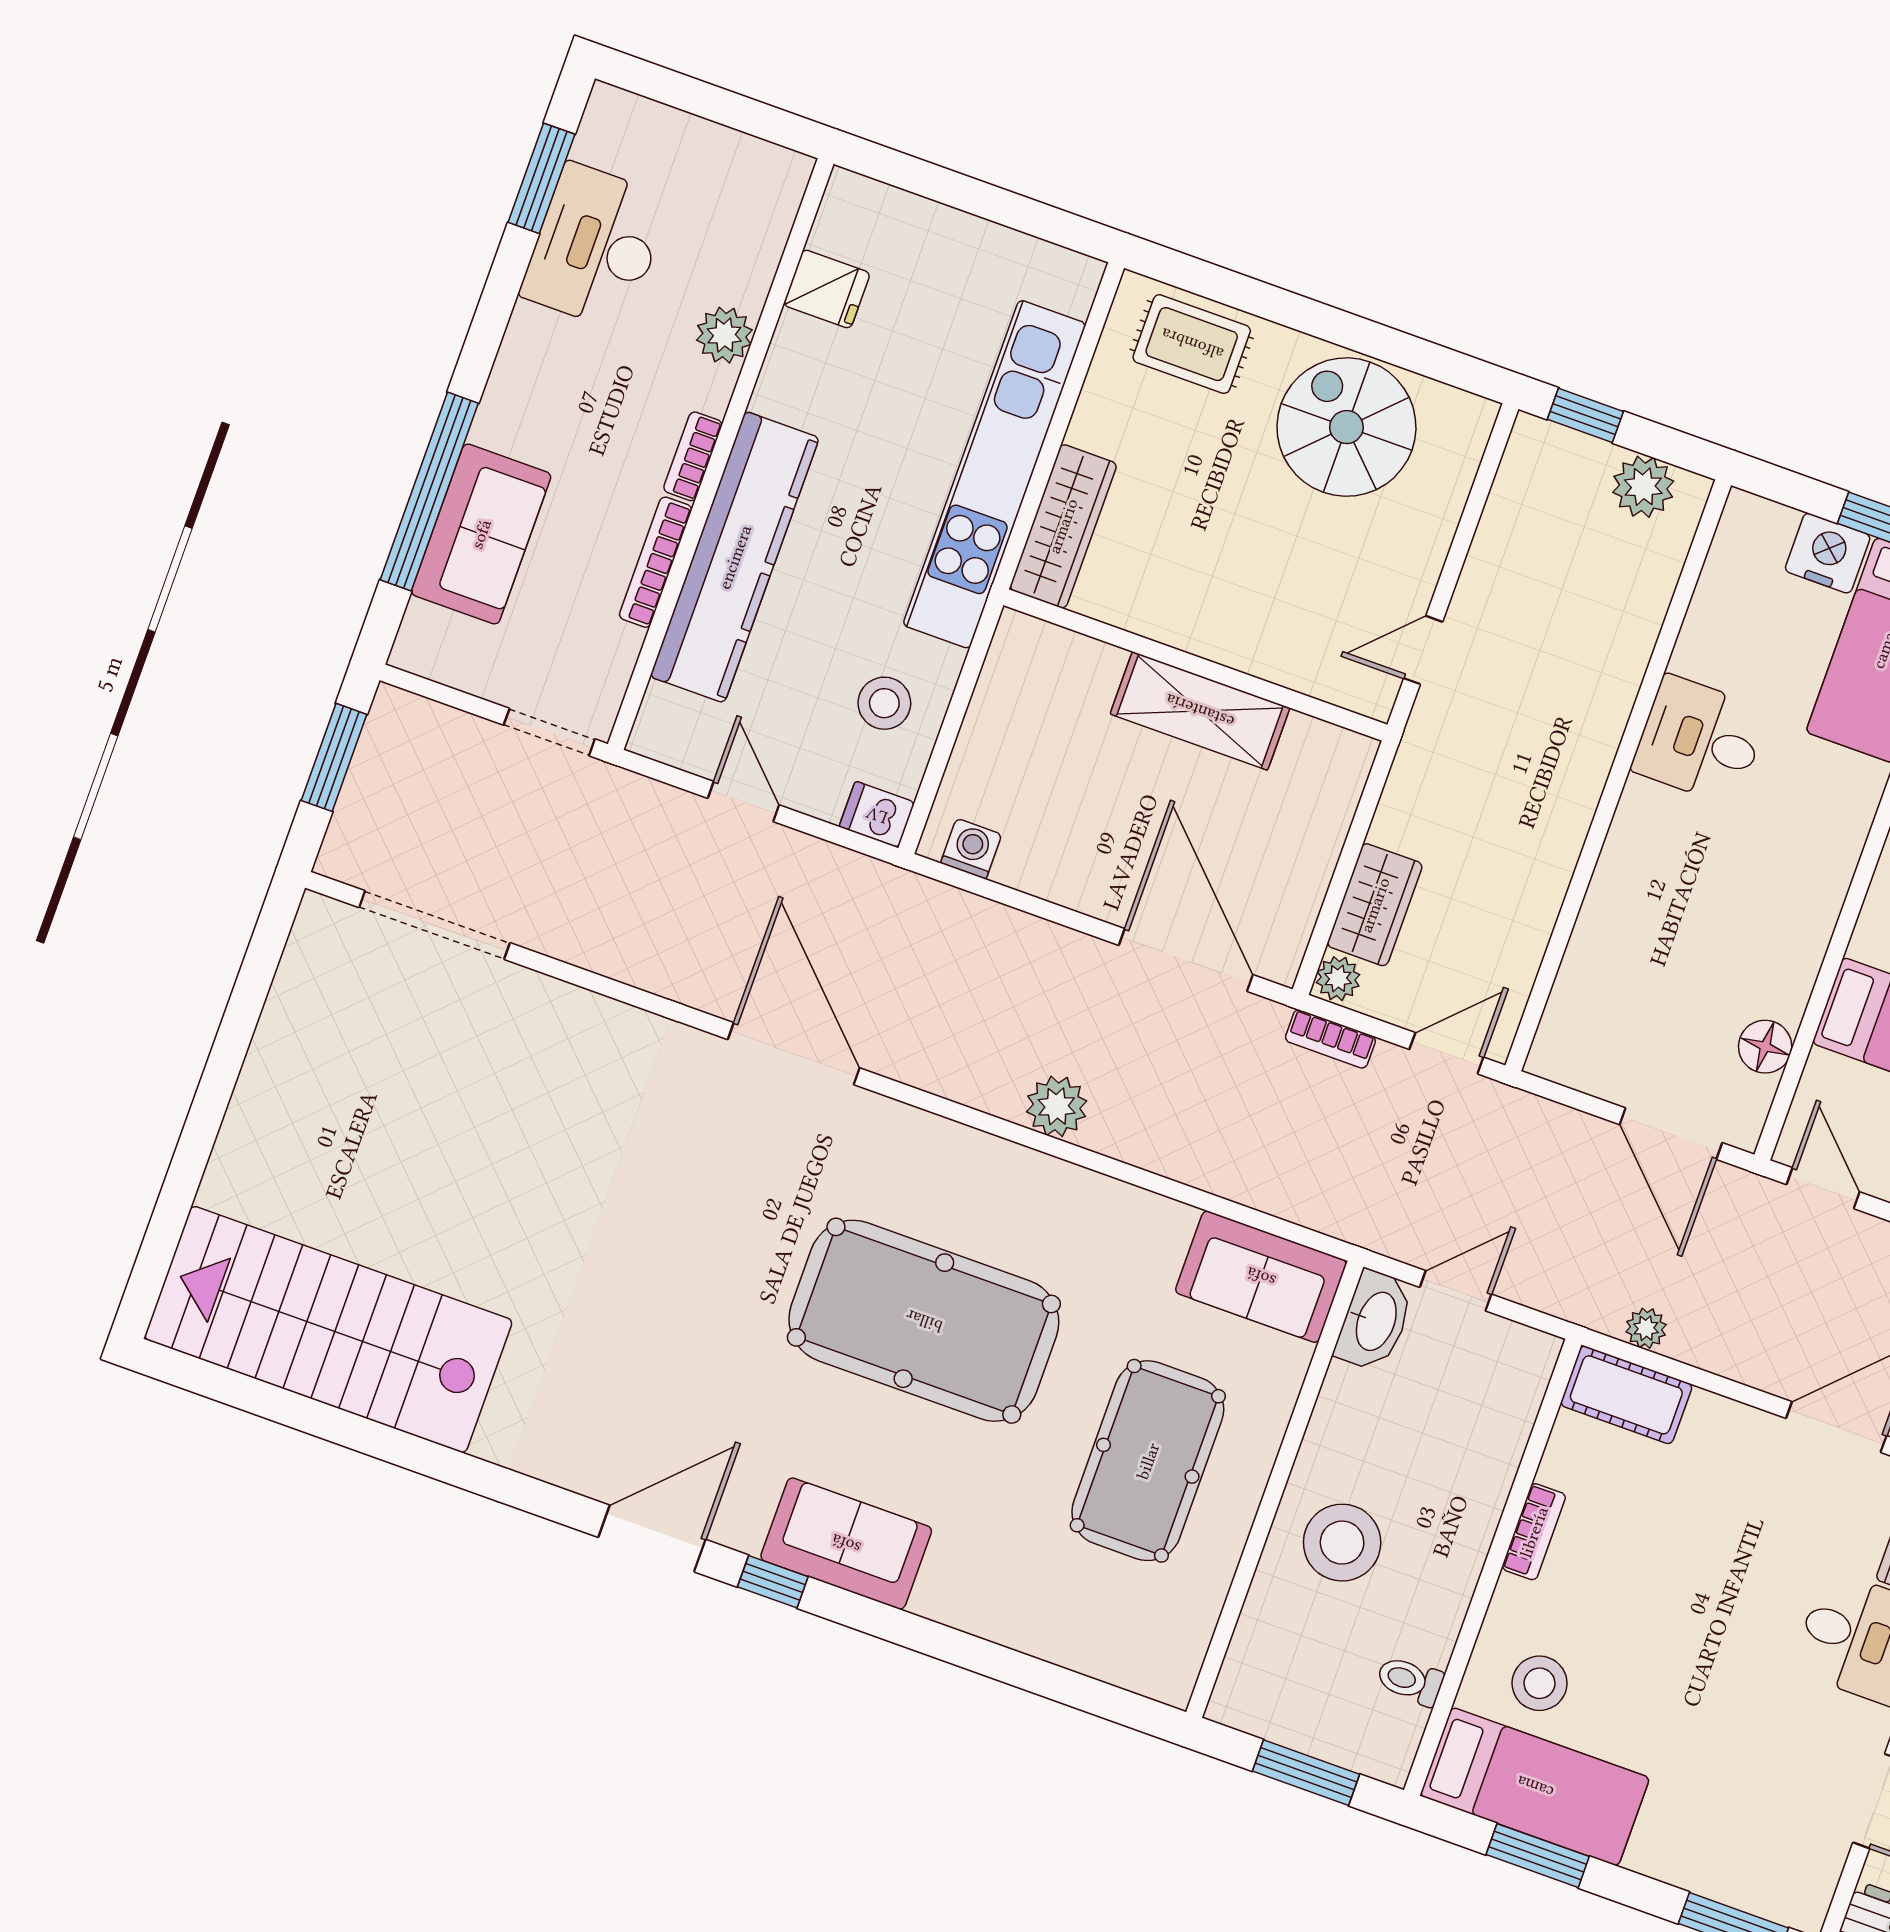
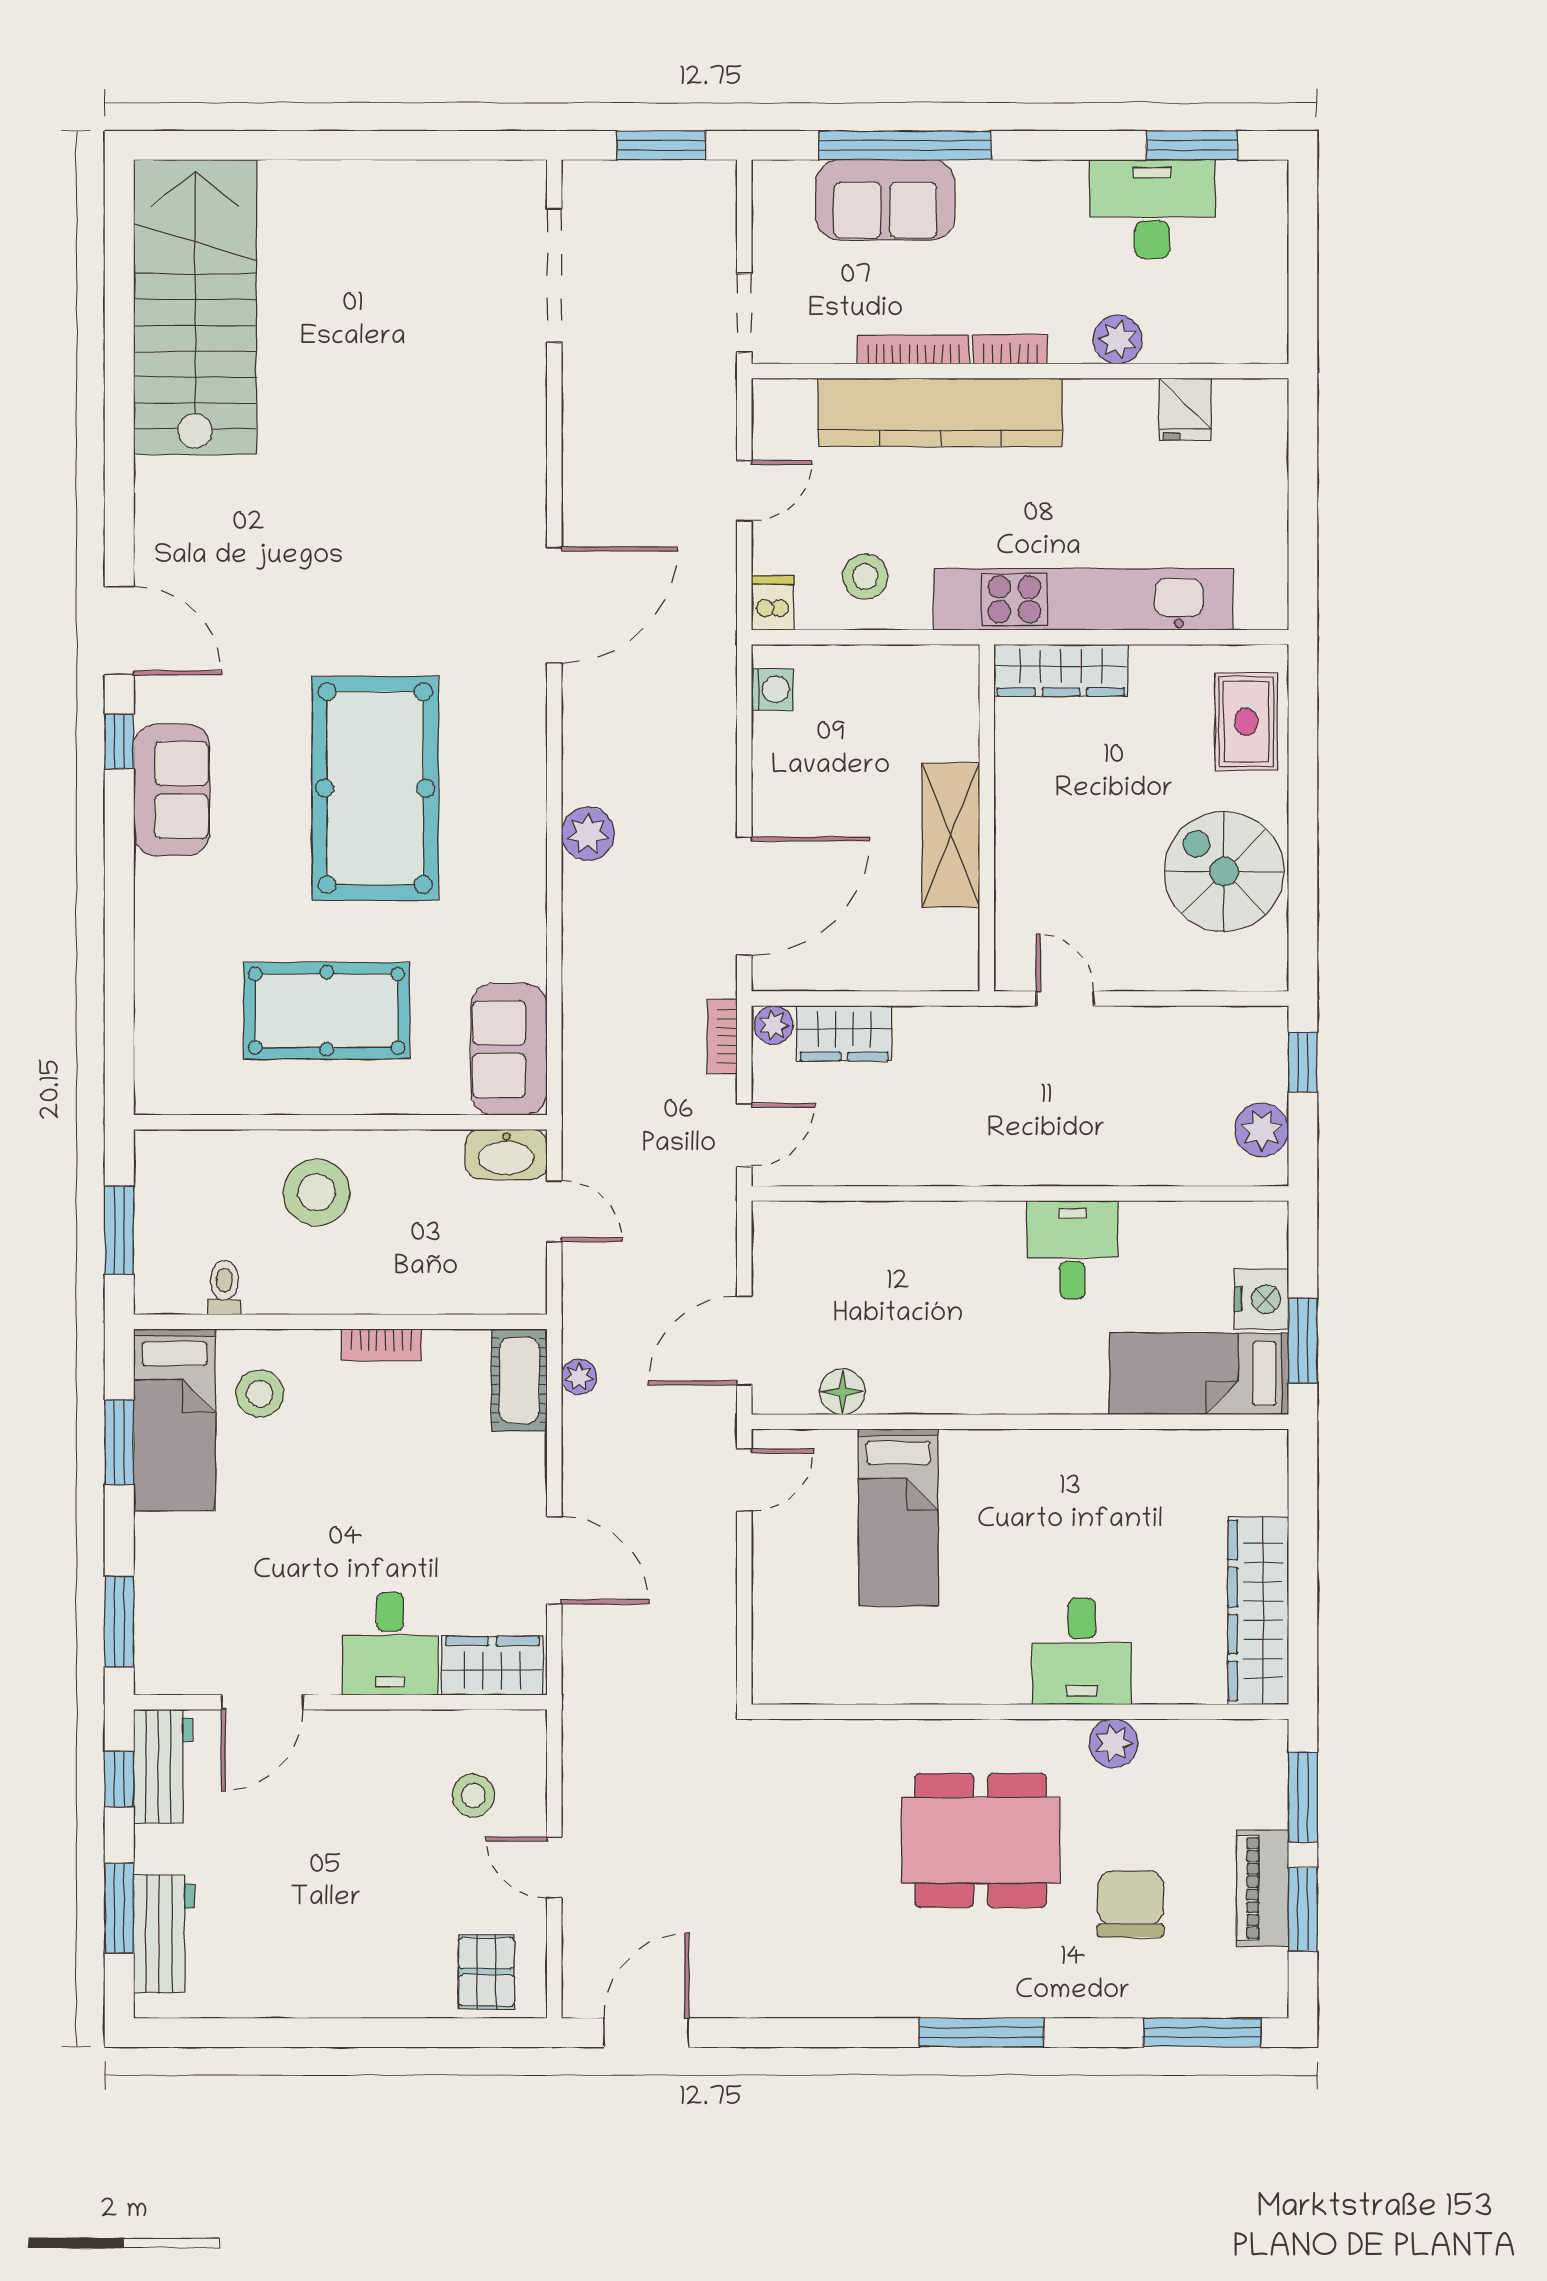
spiral stairs: (1346, 427) -> (1224, 872), turned -90
door: (1446, 1053) -> (744, 1135), hinge flipped

